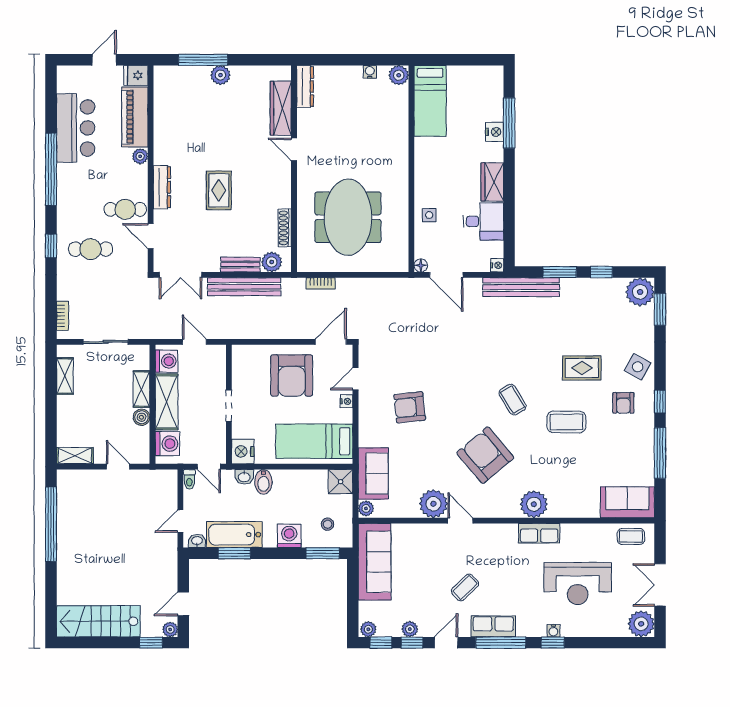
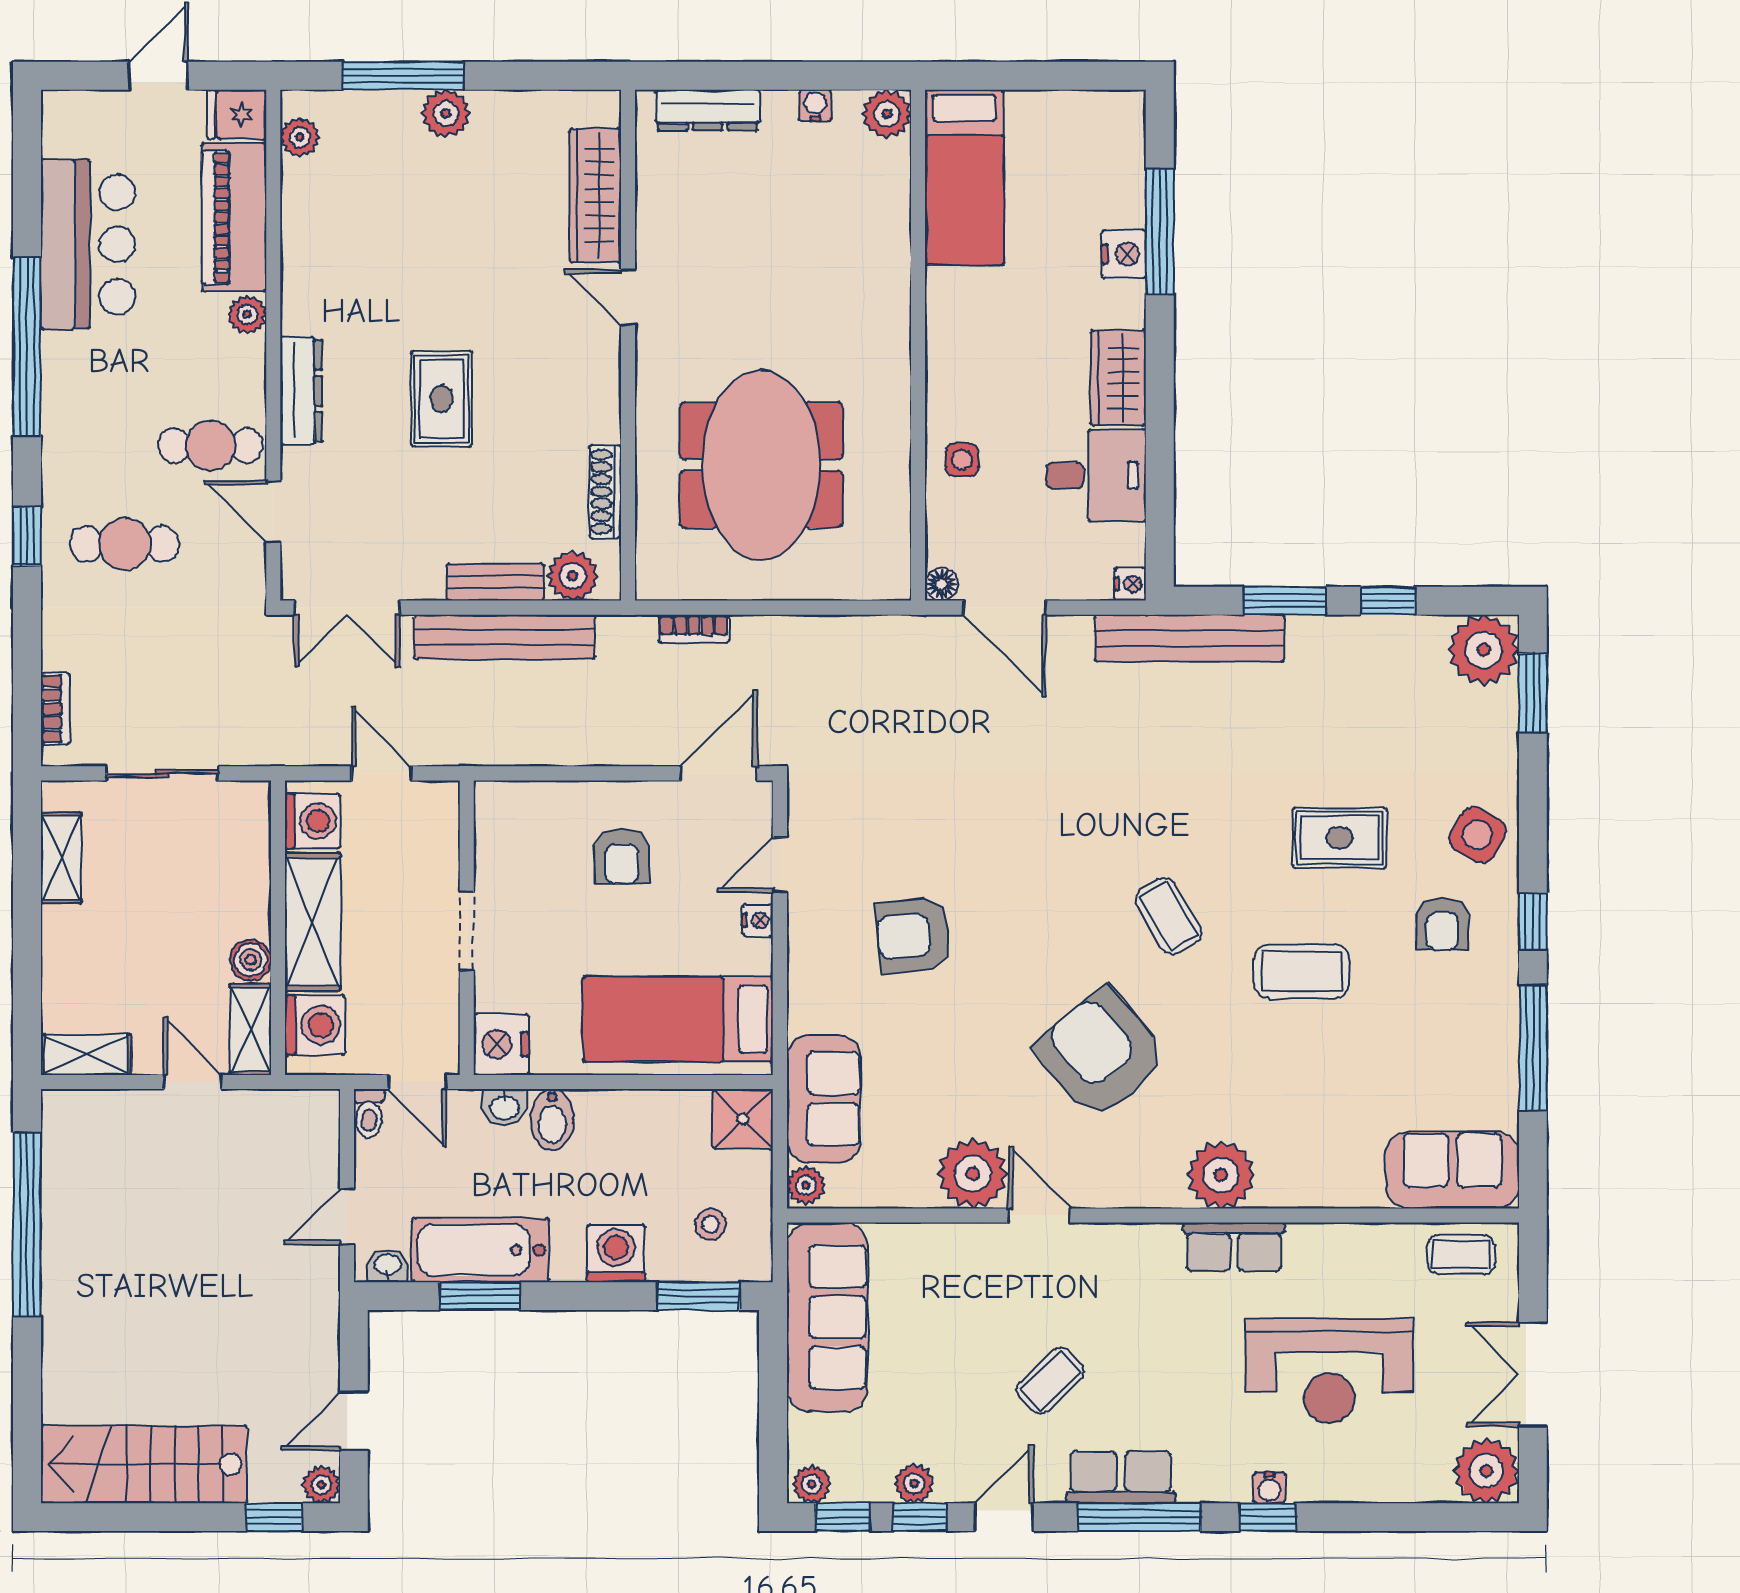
plant: (161, 85) -> (300, 137), added
dresser: (305, 87) -> (708, 110), moved, turned 90
armchair: (292, 375) -> (622, 856), width x0.53, depth x0.53
shelving: (141, 389) -> (251, 1029), moved

